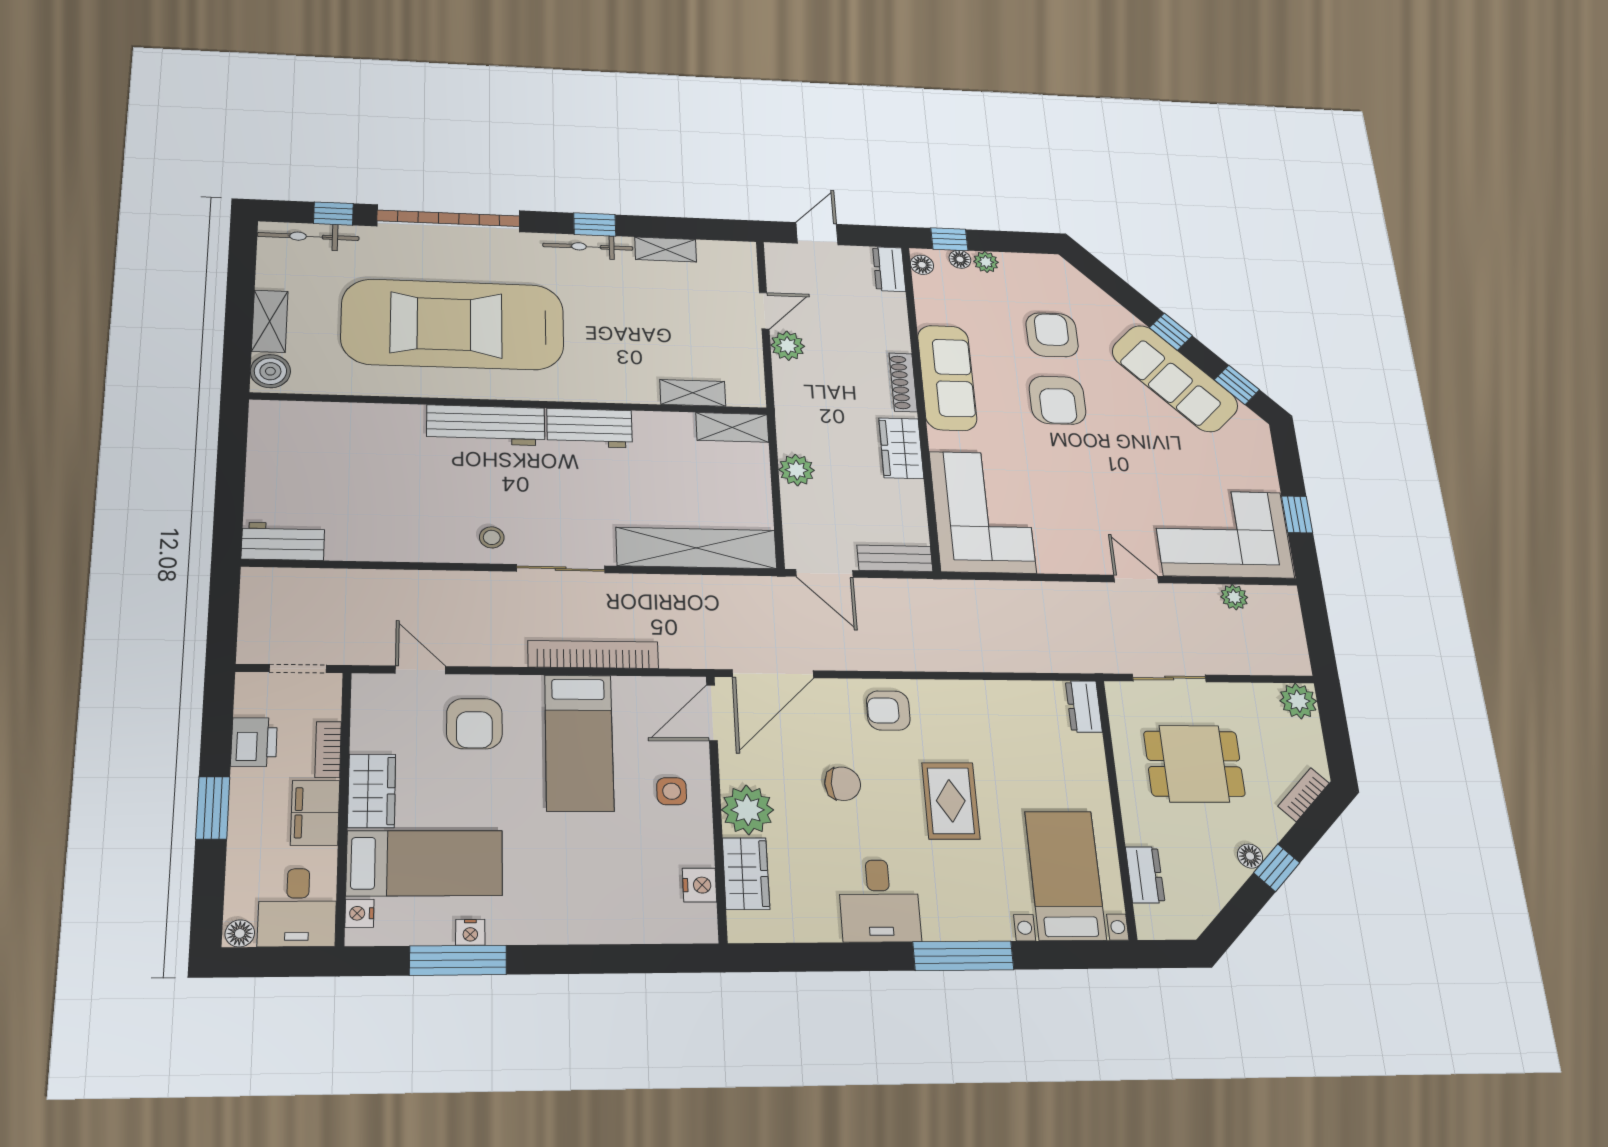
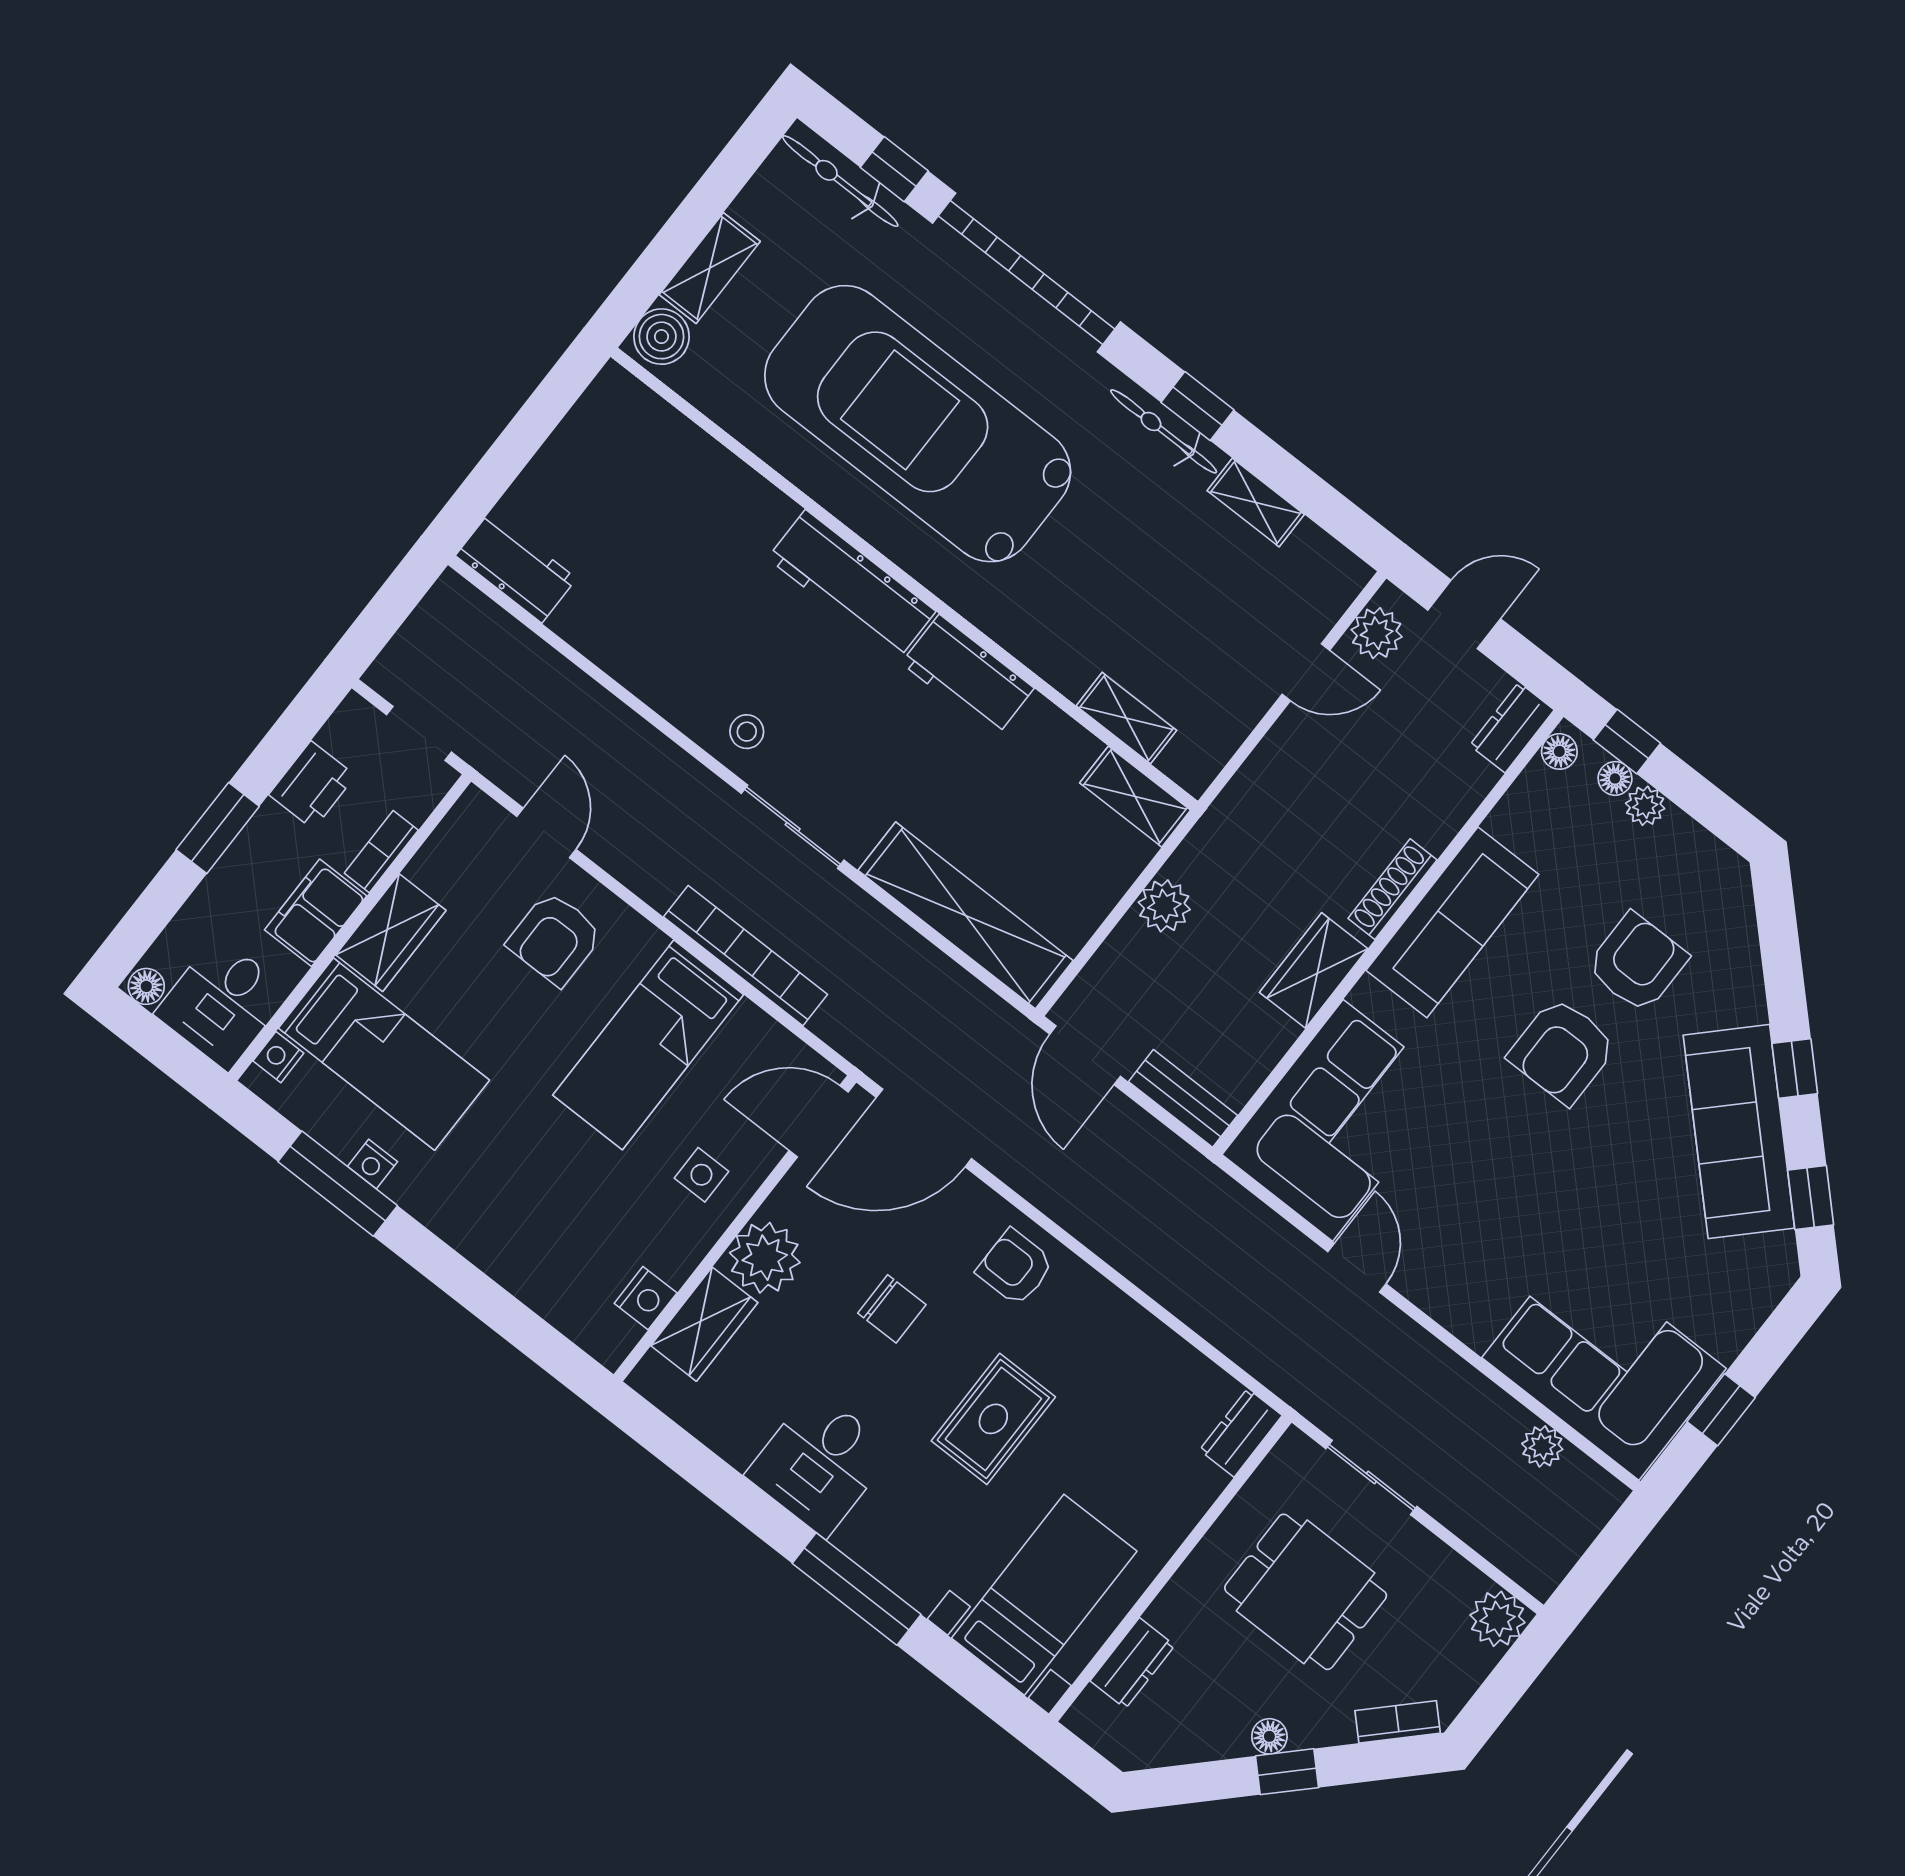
plant: (788, 346) -> (1377, 633), moved
door: (1136, 579) -> (1357, 1268), moved

